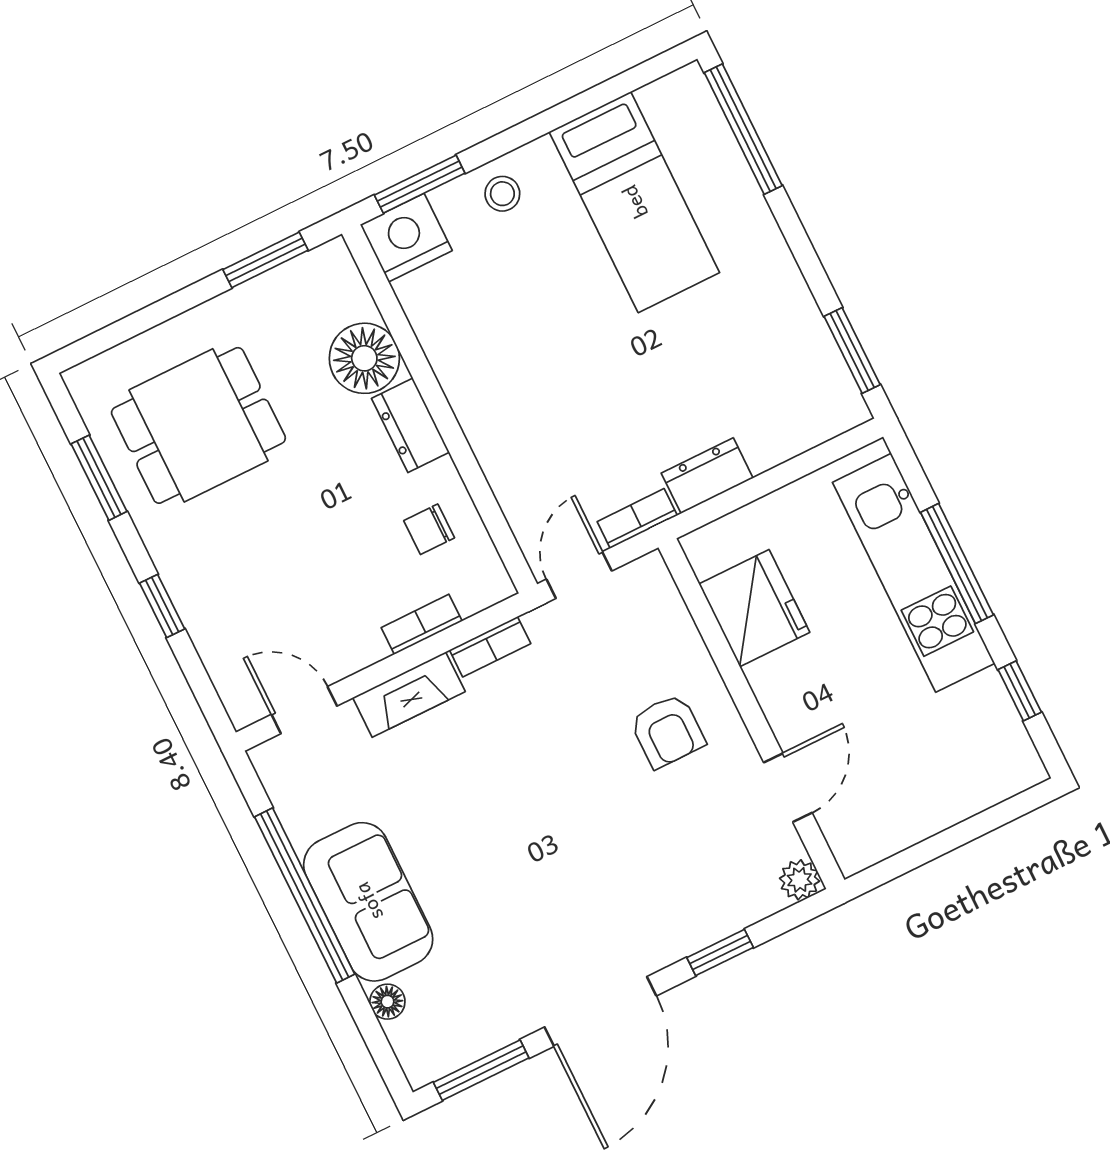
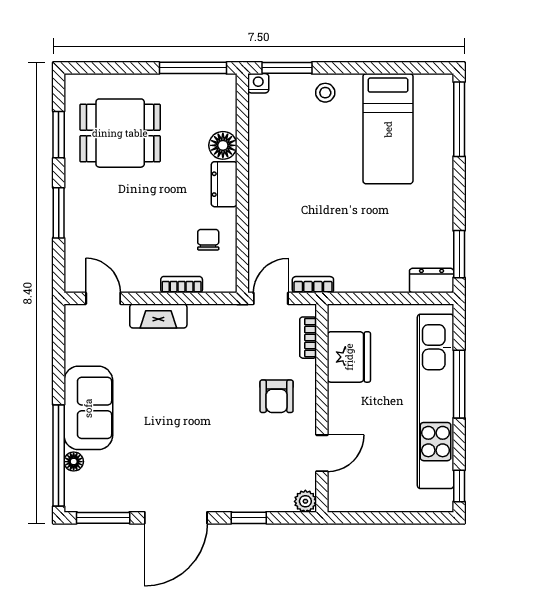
nightstand: (406, 238) -> (258, 83), width x0.53, depth x0.56
window: (265, 260) -> (193, 68), width x1.44
floor lamp: (364, 358) -> (223, 145), width x0.73, depth x0.73
dresser: (707, 476) -> (432, 281), moved
chair: (429, 529) -> (208, 240), turned 90
kitchen unit: (914, 573) -> (436, 401), width x1.36
window: (162, 606) -> (59, 213), width x1.50
bookcase: (490, 647) -> (308, 338), moved, turned 90
window: (1020, 691) -> (459, 486), moved
window: (305, 895) -> (59, 456), moved

